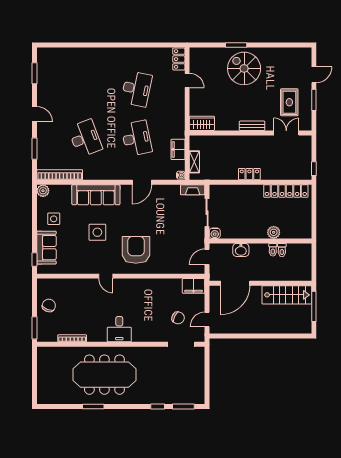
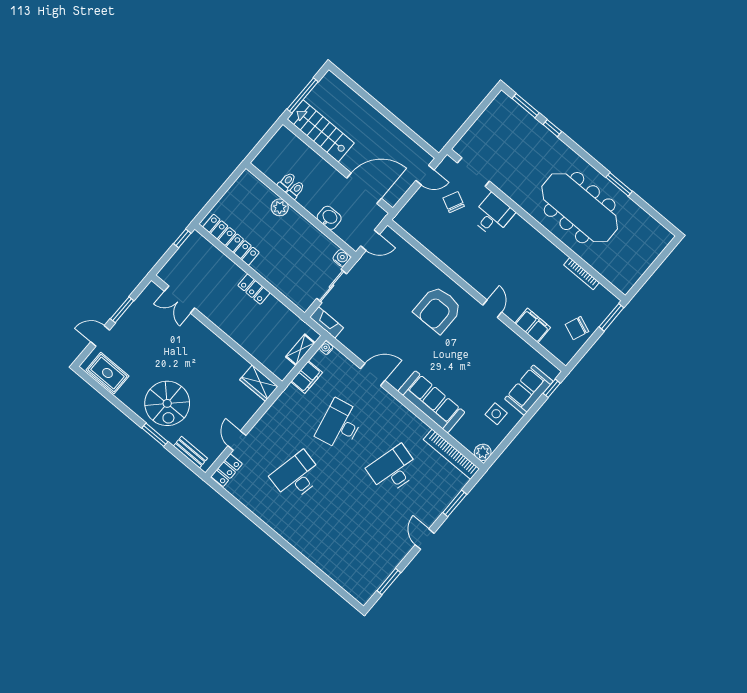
rug: (289, 102) -> (107, 373), moved, turned 90
bench: (252, 126) -> (190, 452), moved
desk: (85, 138) -> (393, 470), turned 36
side table: (97, 232) -> (463, 362), removed
filing cabinet: (194, 286) -> (533, 325), moved
desk: (119, 329) -> (493, 215), moved

